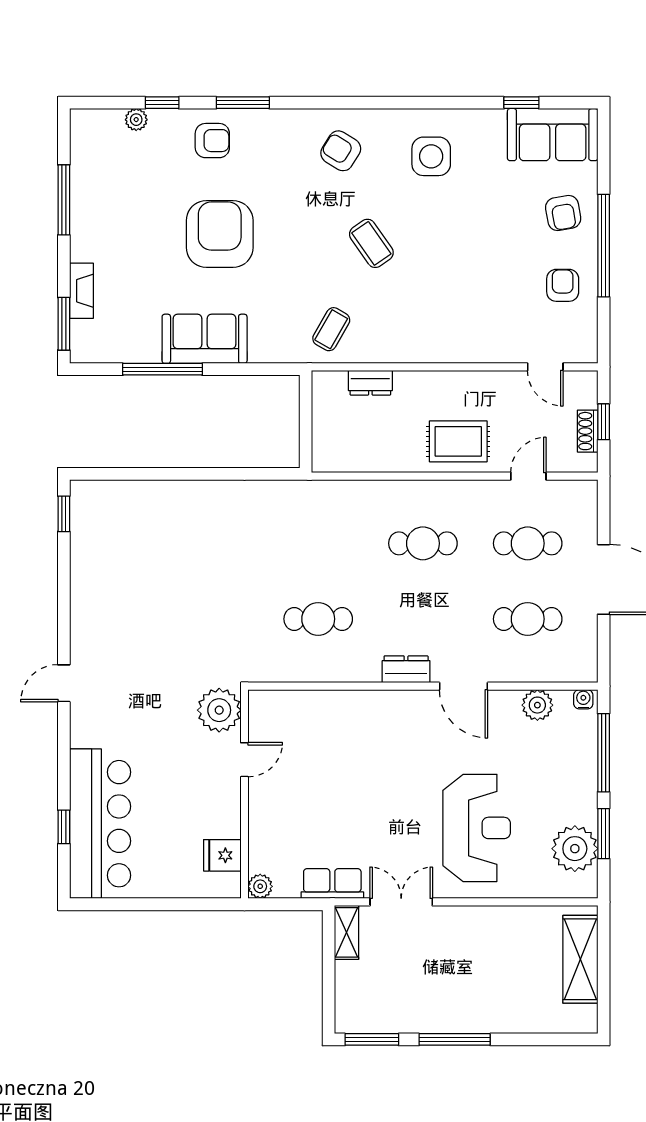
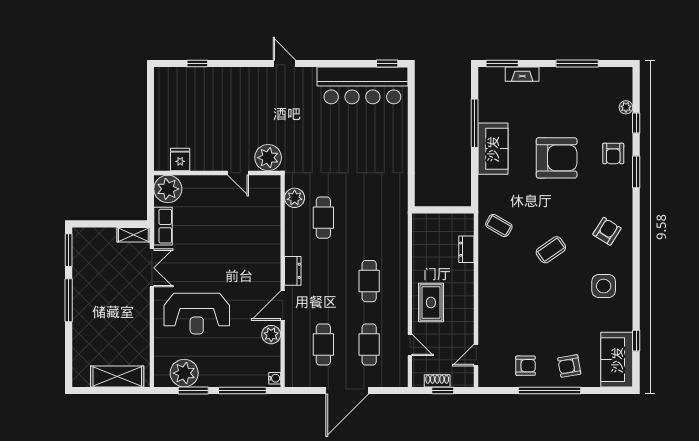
plant: (286, 666) -> (295, 198), added
plant: (537, 705) -> (271, 335), moved
bar counter: (100, 824) -> (362, 85), moved
plant: (260, 886) -> (168, 189), width x1.87, depth x1.87

